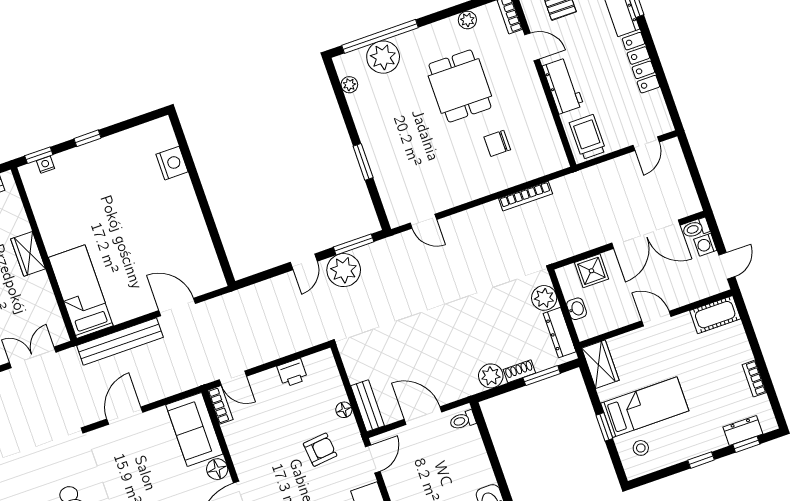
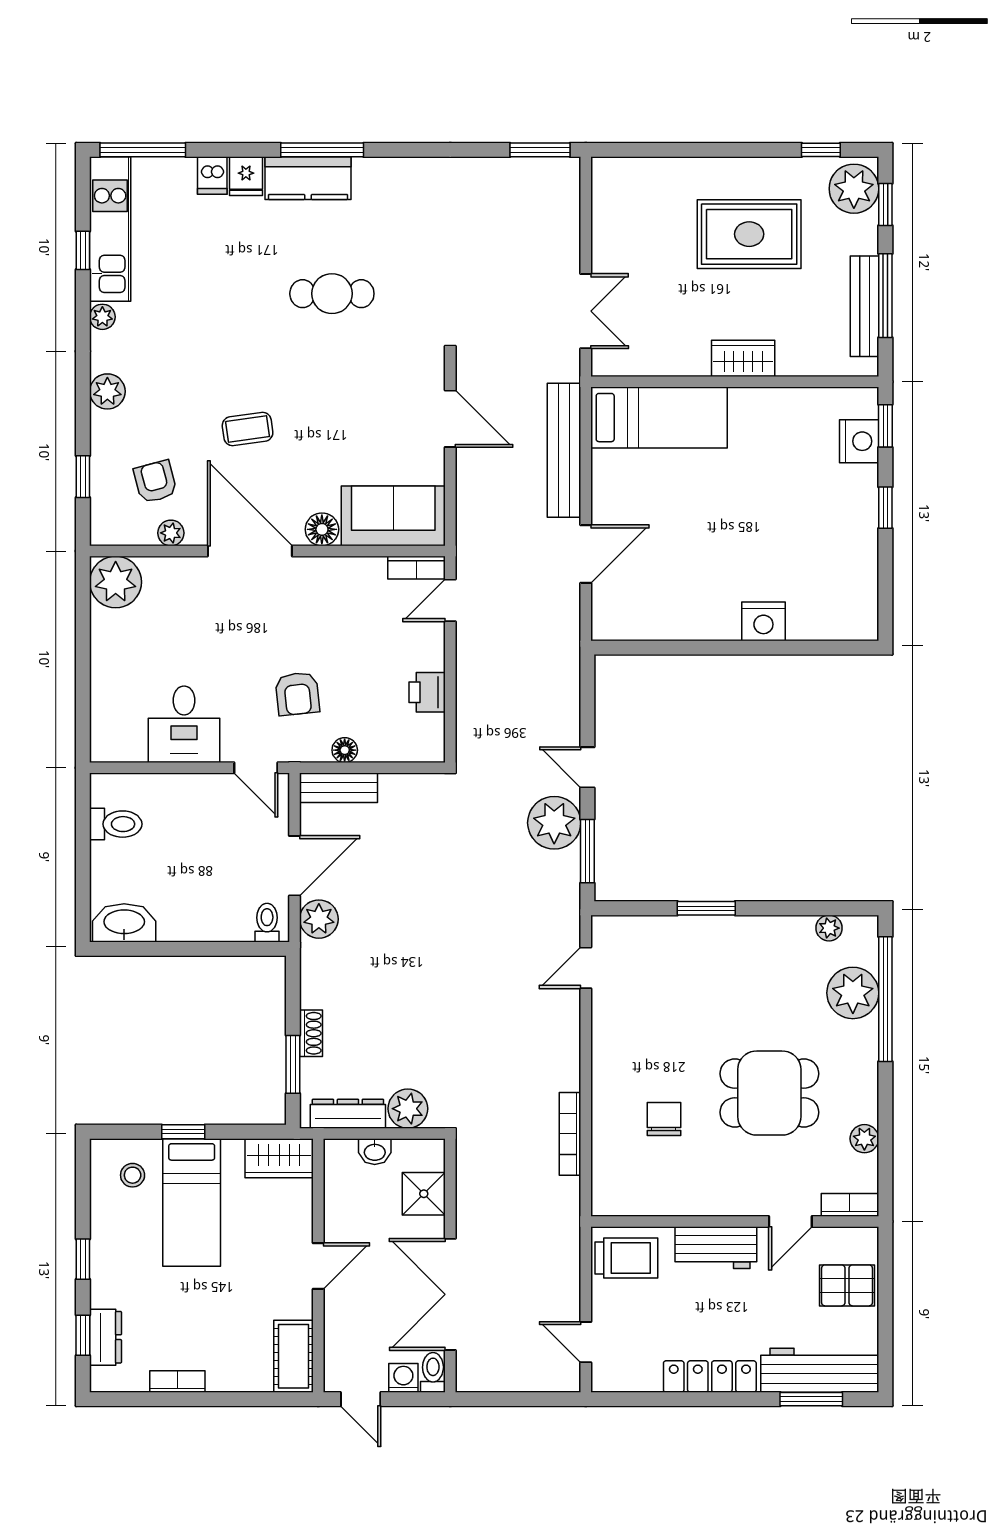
nightstand: (172, 163) -> (763, 621), moved
nightstand: (46, 165) -> (859, 441), width x1.89, depth x1.79
plant: (491, 376) -> (319, 919), moved

